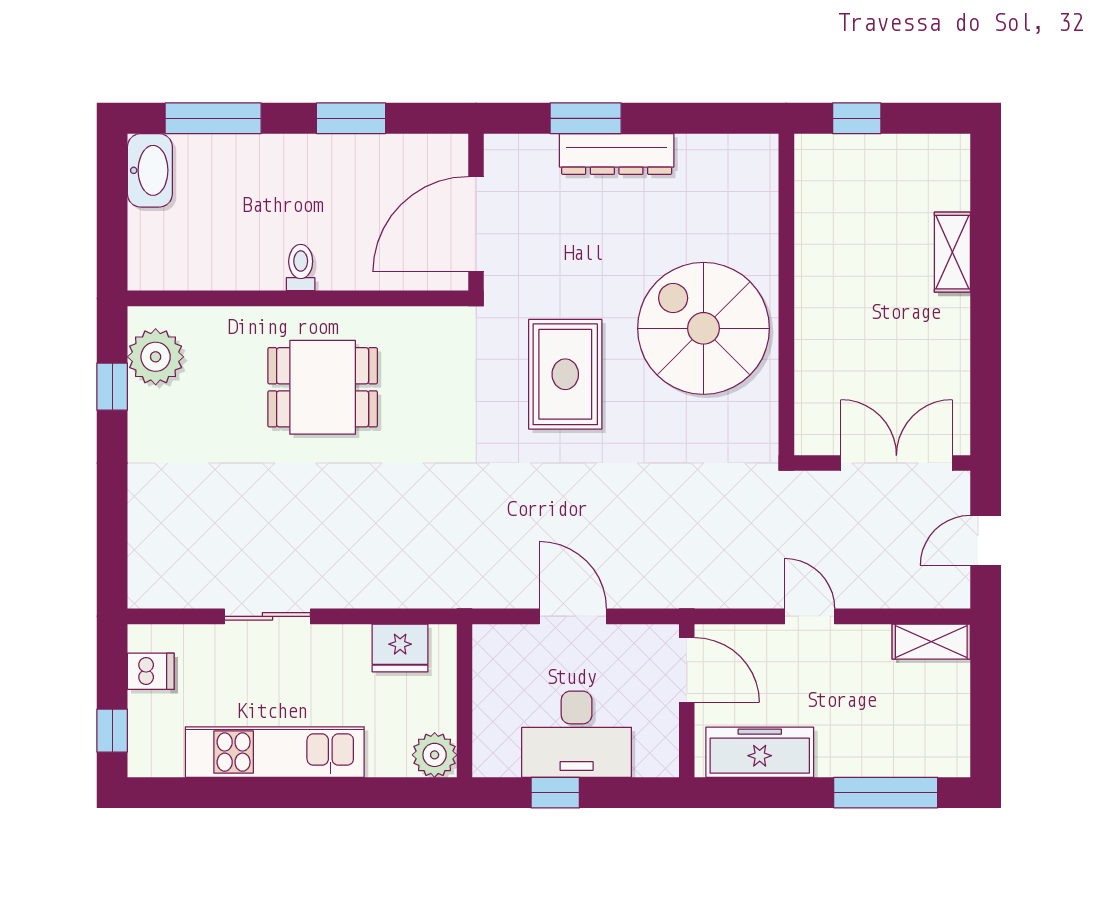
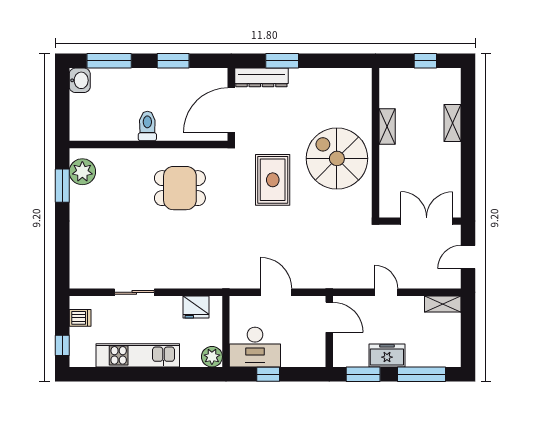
window: (857, 118) -> (425, 61), moved
dresser: (617, 154) -> (261, 77), moved
washbasin: (150, 170) -> (80, 80), width x0.72
shelving: (811, 259) -> (387, 126), added
toilet: (301, 268) -> (147, 126), width x1.37, depth x1.39
window: (112, 387) -> (62, 186), width x1.50
dining table: (323, 387) -> (180, 188), moved
desk: (577, 734) -> (255, 347), moved
freezer: (760, 752) -> (387, 355), moved, width x0.71
window: (760, 793) -> (363, 374), added

